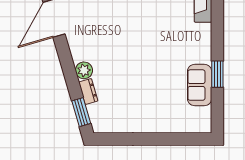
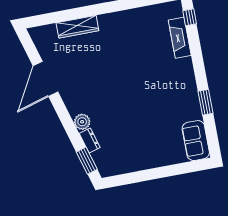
sofa: (200, 85) -> (196, 141), moved

